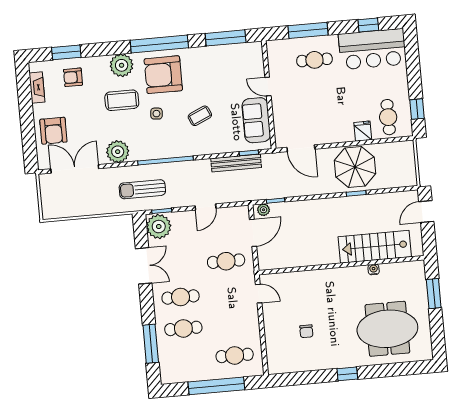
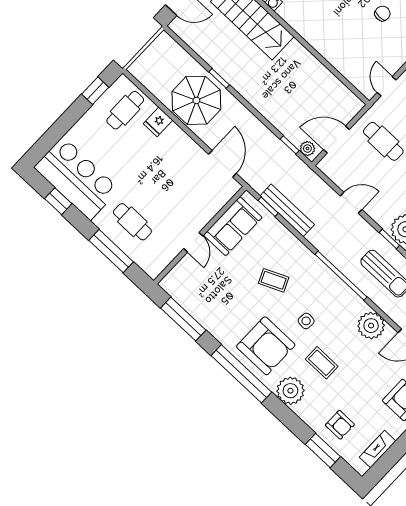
coffee table: (122, 100) -> (322, 363), width x0.73, depth x0.77

